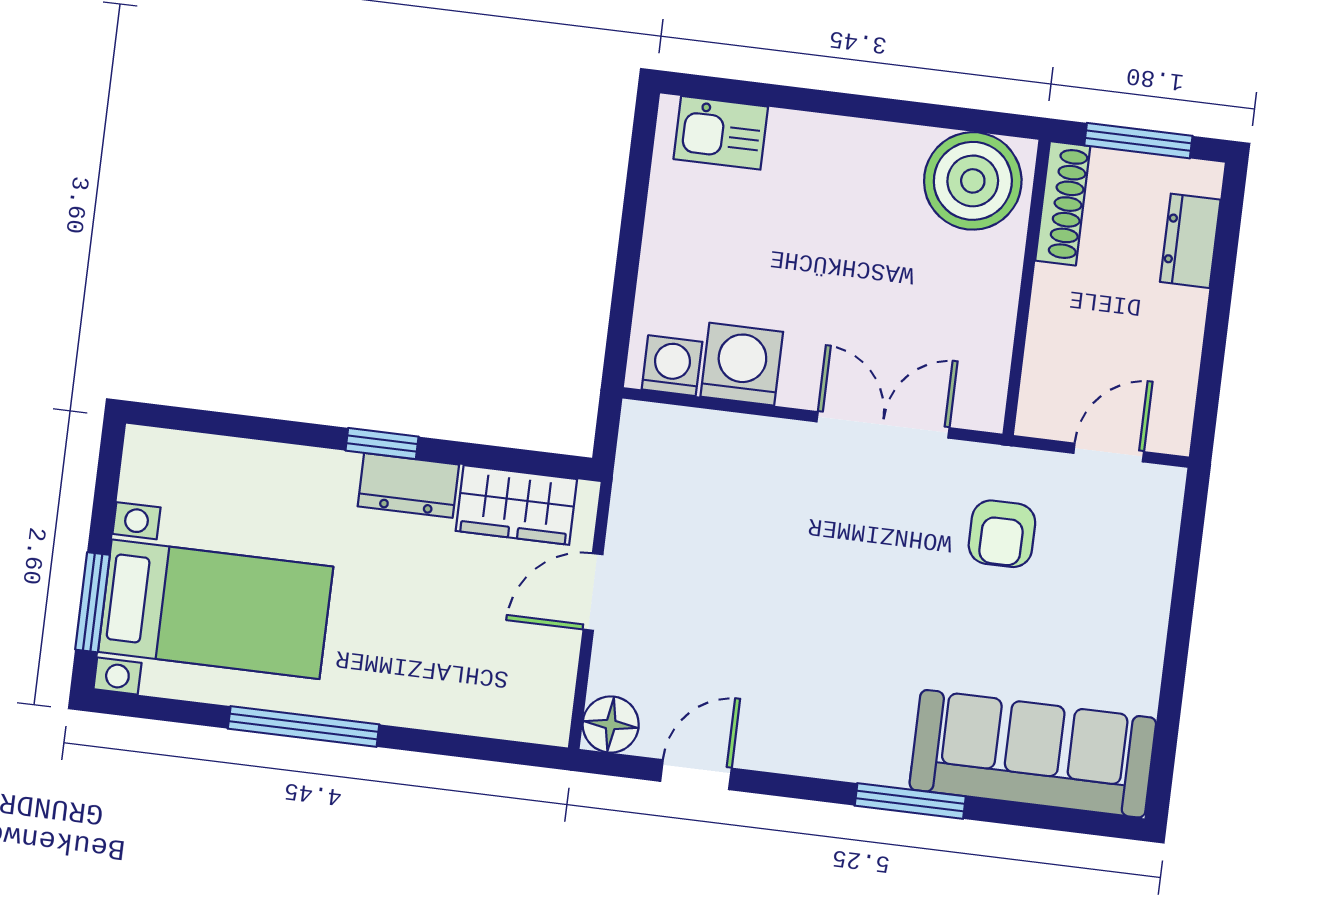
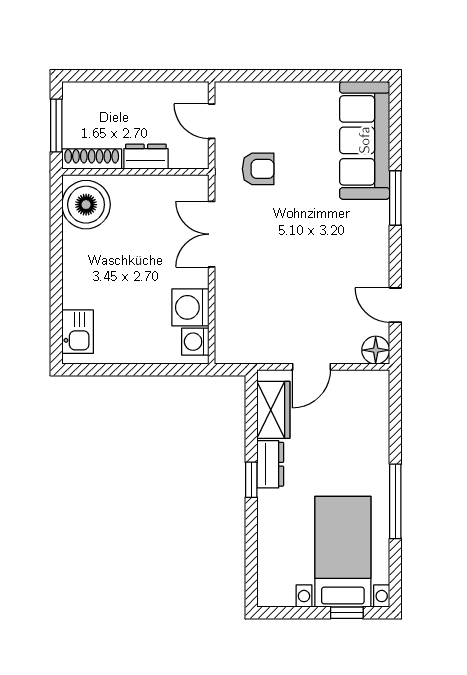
dresser: (1190, 241) -> (146, 157), moved, turned 180
door: (593, 592) -> (311, 367), hinge flipped
window: (93, 602) -> (347, 613), width x0.67

